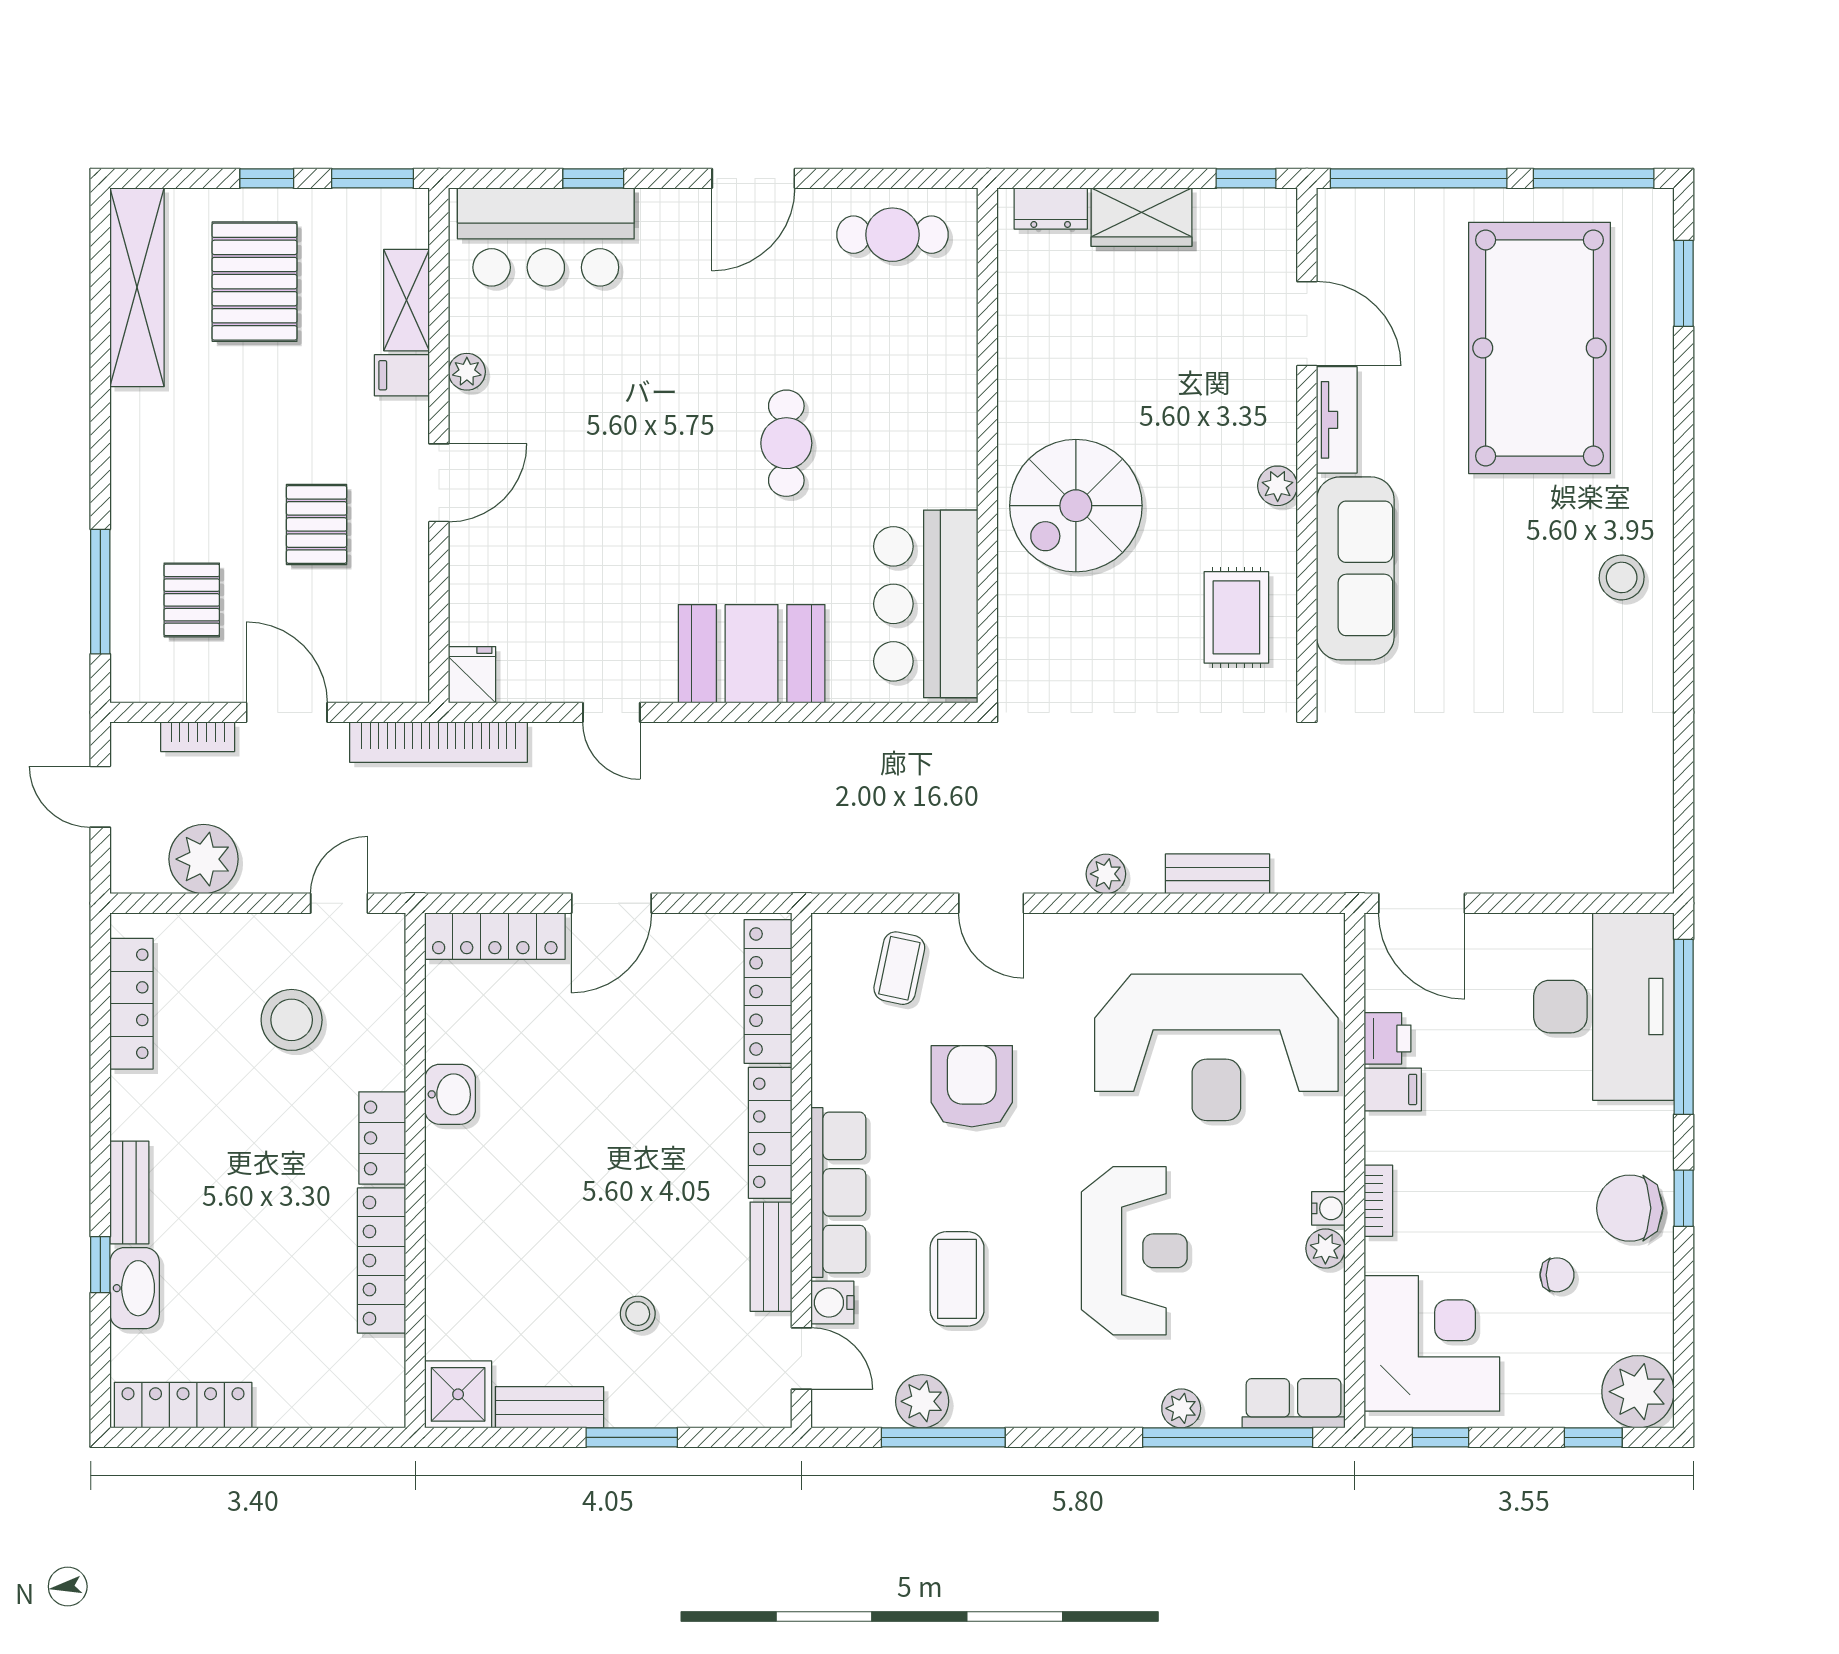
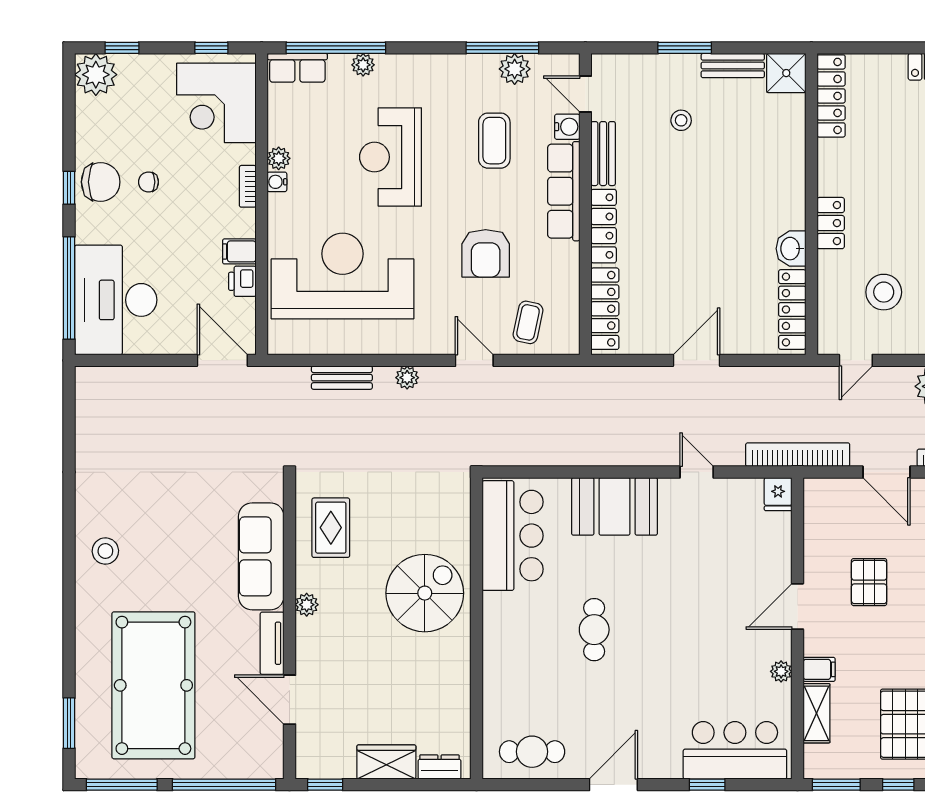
locker: (495, 936) -> (792, 309), moved, turned -90
locker: (381, 1261) -> (831, 96), moved
chair: (1557, 1275) -> (148, 182), moved

